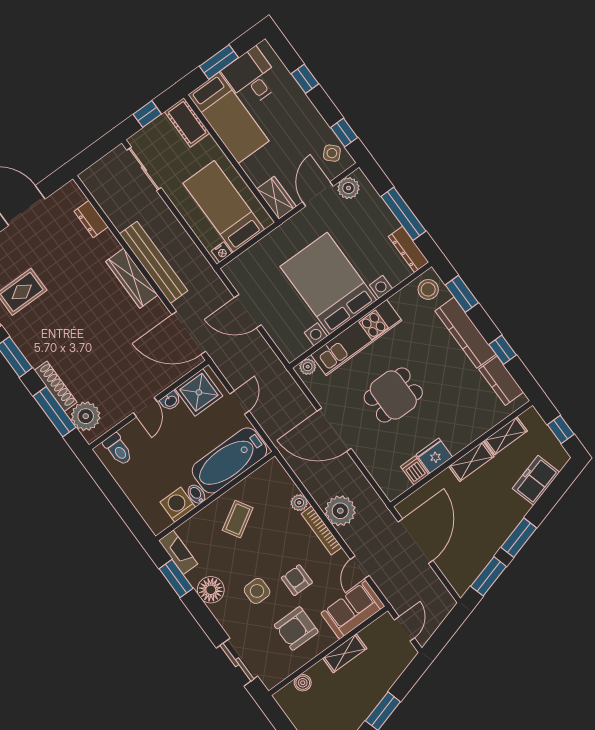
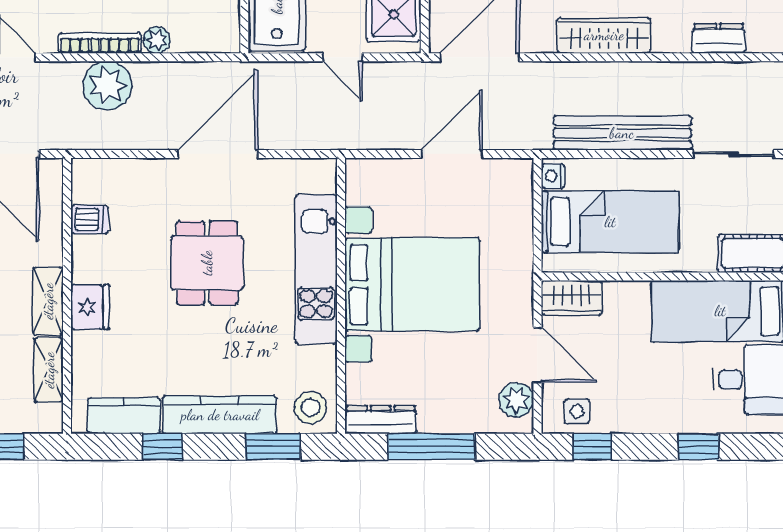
side table: (332, 153) -> (577, 411), turned 45
bench: (154, 262) -> (622, 133), moved
plant: (308, 367) -> (324, 179), removed
fridge: (434, 456) -> (90, 307), moved

